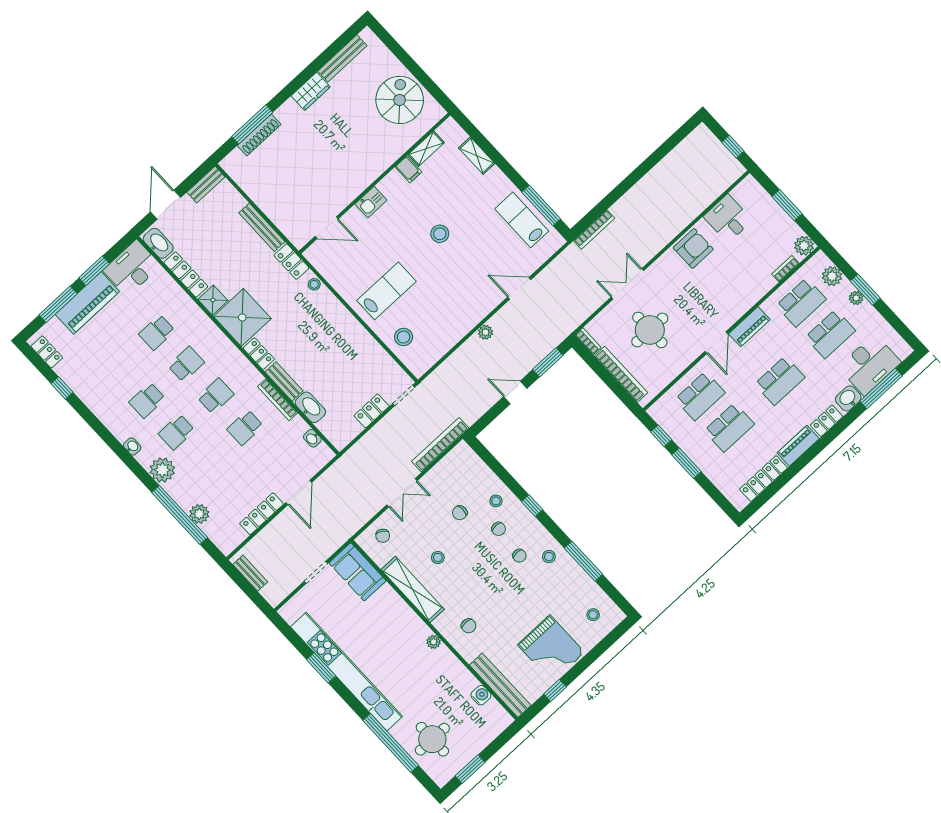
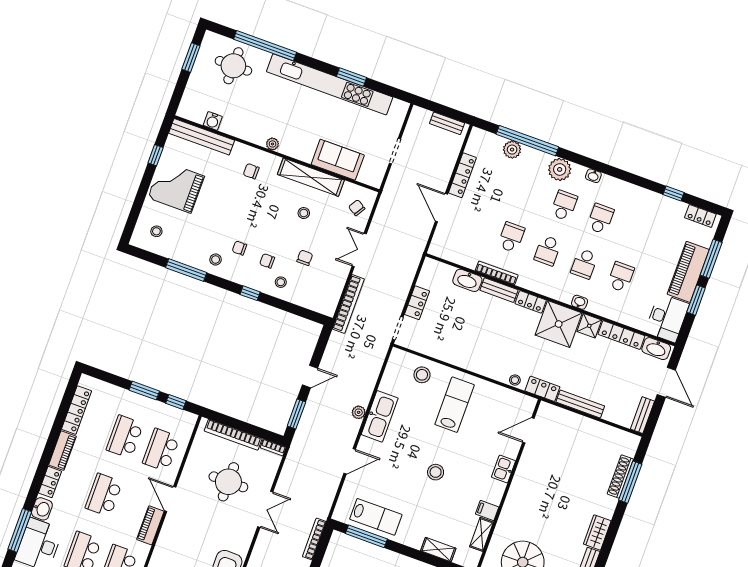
lab bench: (387, 291) -> (455, 405), turned 180
kitchen sink: (467, 318) -> (380, 416), added
washbasin: (312, 438) -> (580, 302), moved
sofa: (358, 572) -> (338, 160), moved

